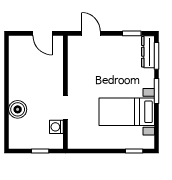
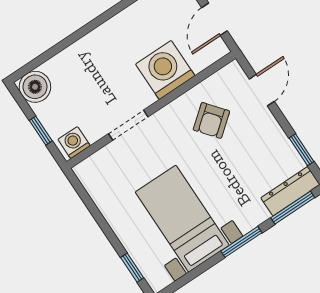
armchair: (89, 67) -> (211, 120), added
washing machine: (51, 73) -> (165, 70), added
boiler: (18, 109) -> (35, 87), moved
washing machine: (56, 127) -> (74, 143), moved

